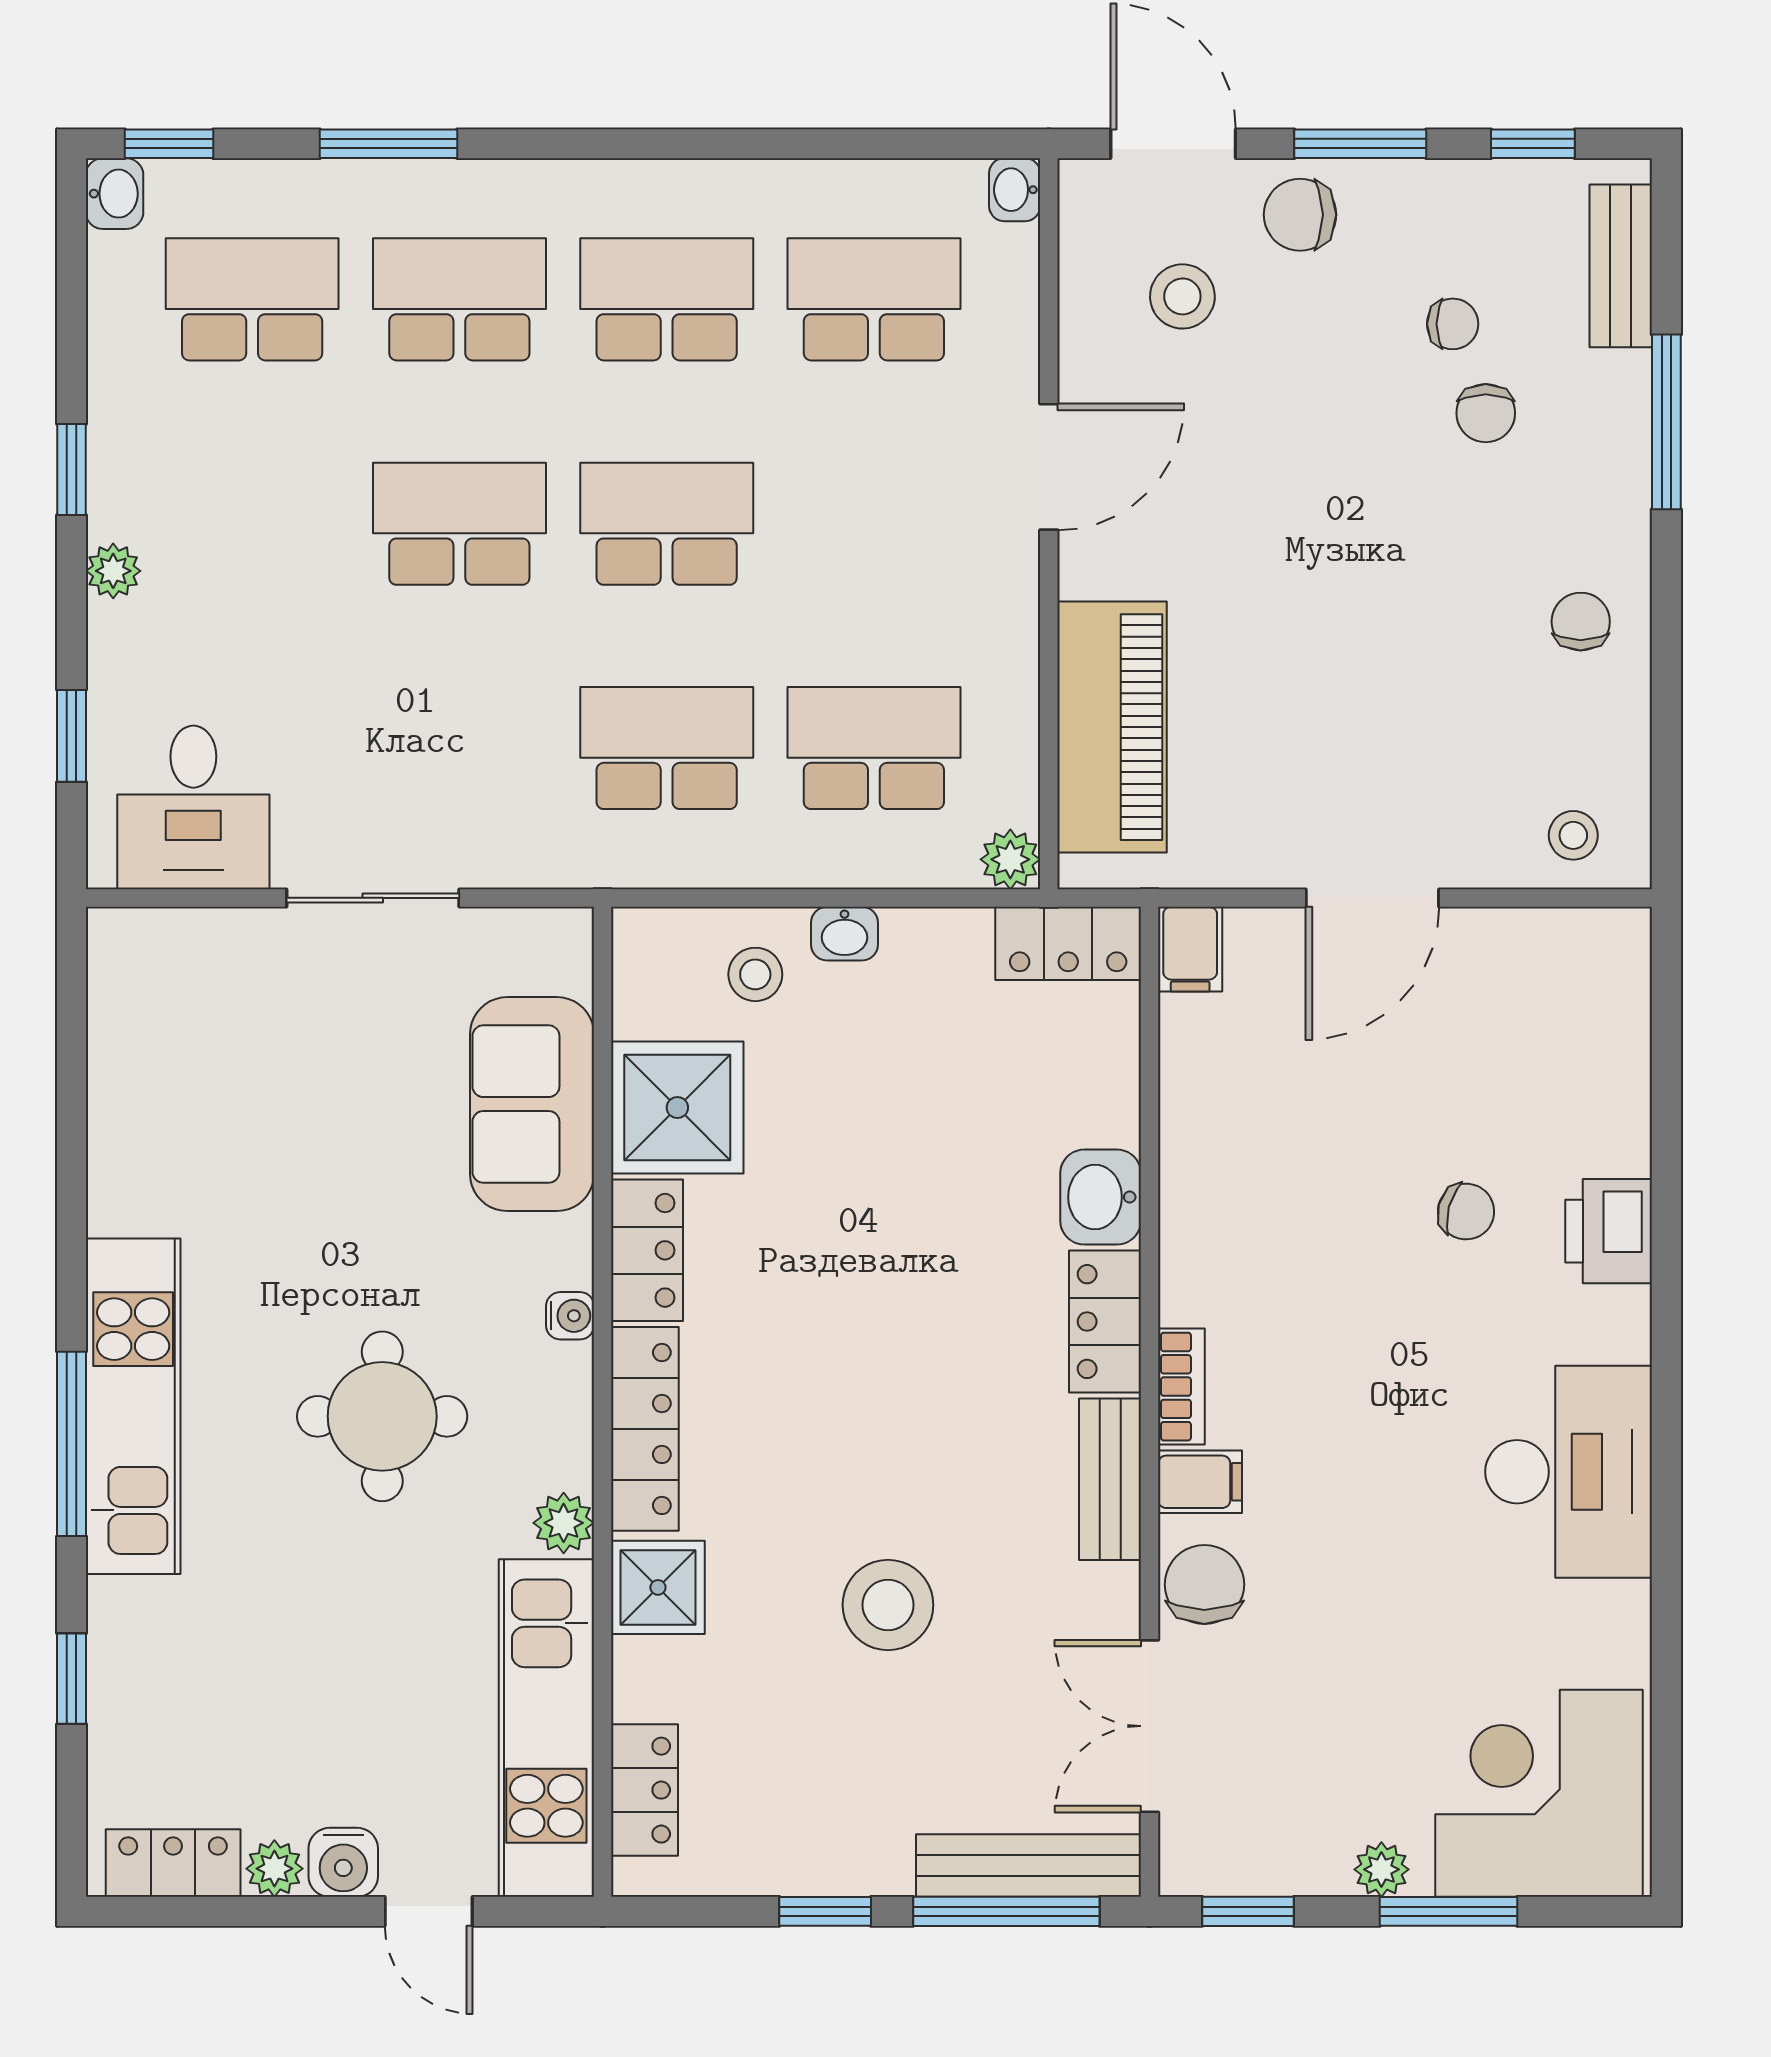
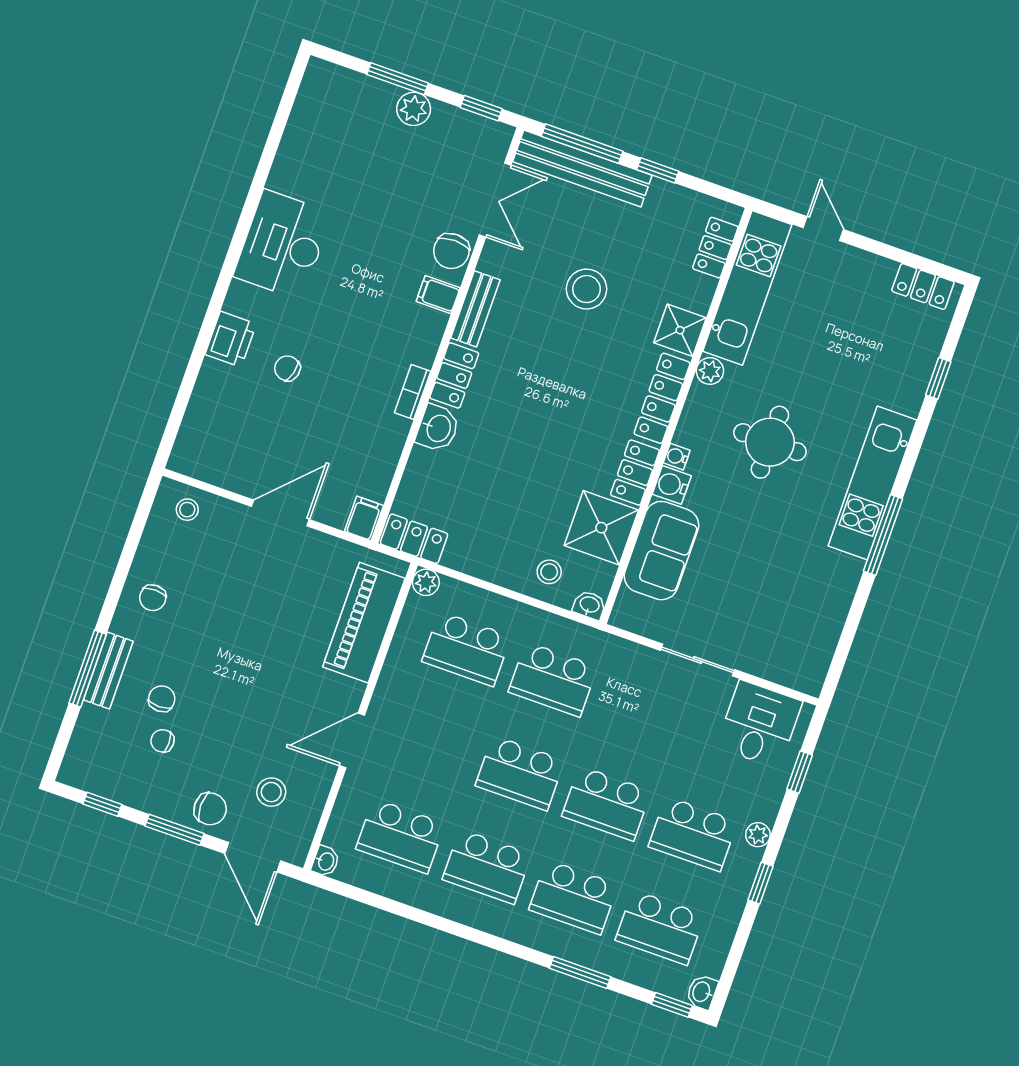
bench: (1621, 266) -> (108, 671), moved
school desk: (252, 524) -> (693, 834), added
washbasin: (844, 934) -> (589, 605), moved
bookcase: (1181, 1387) -> (413, 392), moved
window: (71, 1444) -> (883, 535), moved
corner desk: (1539, 1793) -> (342, 115), removed
water cooler: (343, 1862) -> (672, 485), moved, turned -90
bench: (1029, 1866) -> (582, 168), width x1.37, depth x1.21
plant: (274, 1869) -> (881, 269), removed
plant: (1381, 1869) -> (414, 109), width x1.38, depth x1.38

